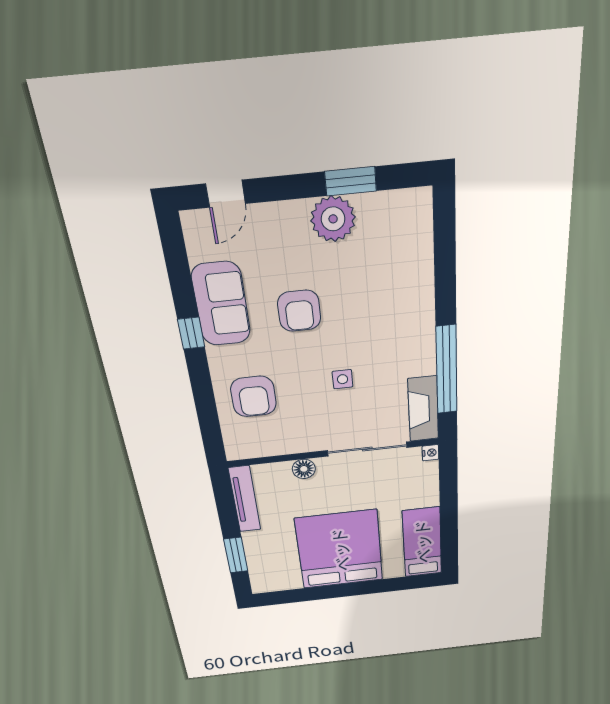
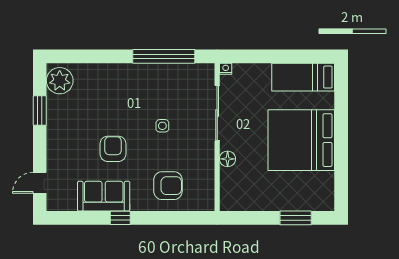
door: (226, 194) -> (40, 183), swing flipped
plant: (333, 219) -> (60, 81), moved
armchair: (299, 311) -> (113, 149), turned -90
fireplace: (423, 409) -> (191, 73), removed
tv unit: (245, 499) -> (247, 204), removed

